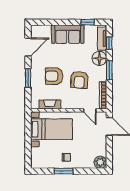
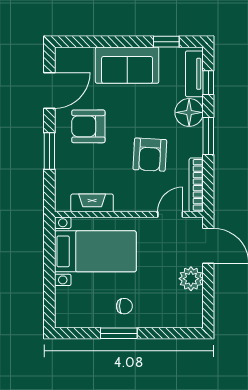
armchair: (54, 76) -> (88, 126), moved
door: (90, 110) -> (170, 214), swing flipped
plant: (100, 162) -> (191, 279), moved

